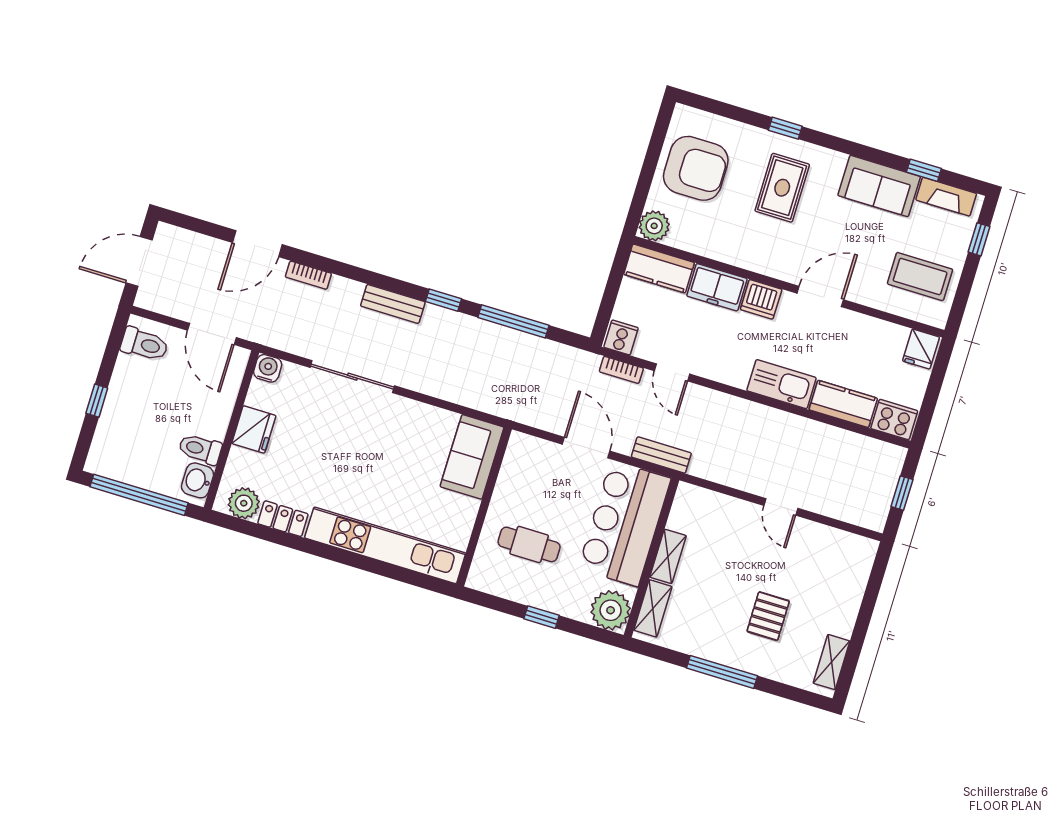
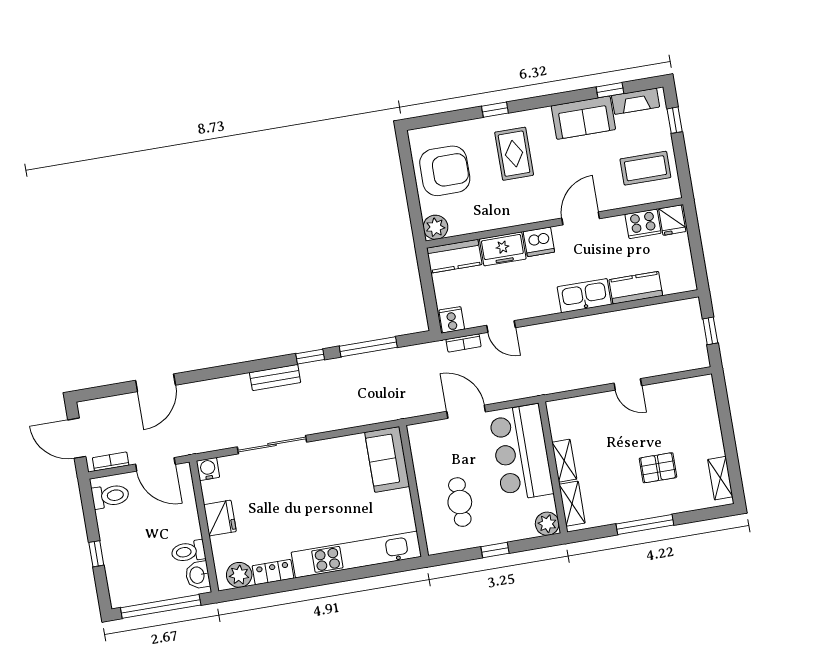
door: (139, 262) -> (77, 438), hinge flipped
bookcase: (308, 275) -> (111, 461), moved, turned 180
cooker: (894, 420) -> (643, 224), moved, turned 180
bench: (661, 455) -> (523, 390), removed
cafe table: (529, 544) -> (460, 502), turned 90
plant: (611, 610) -> (547, 524), width x0.73, depth x0.73
pallet: (768, 616) -> (658, 468), turned 90

